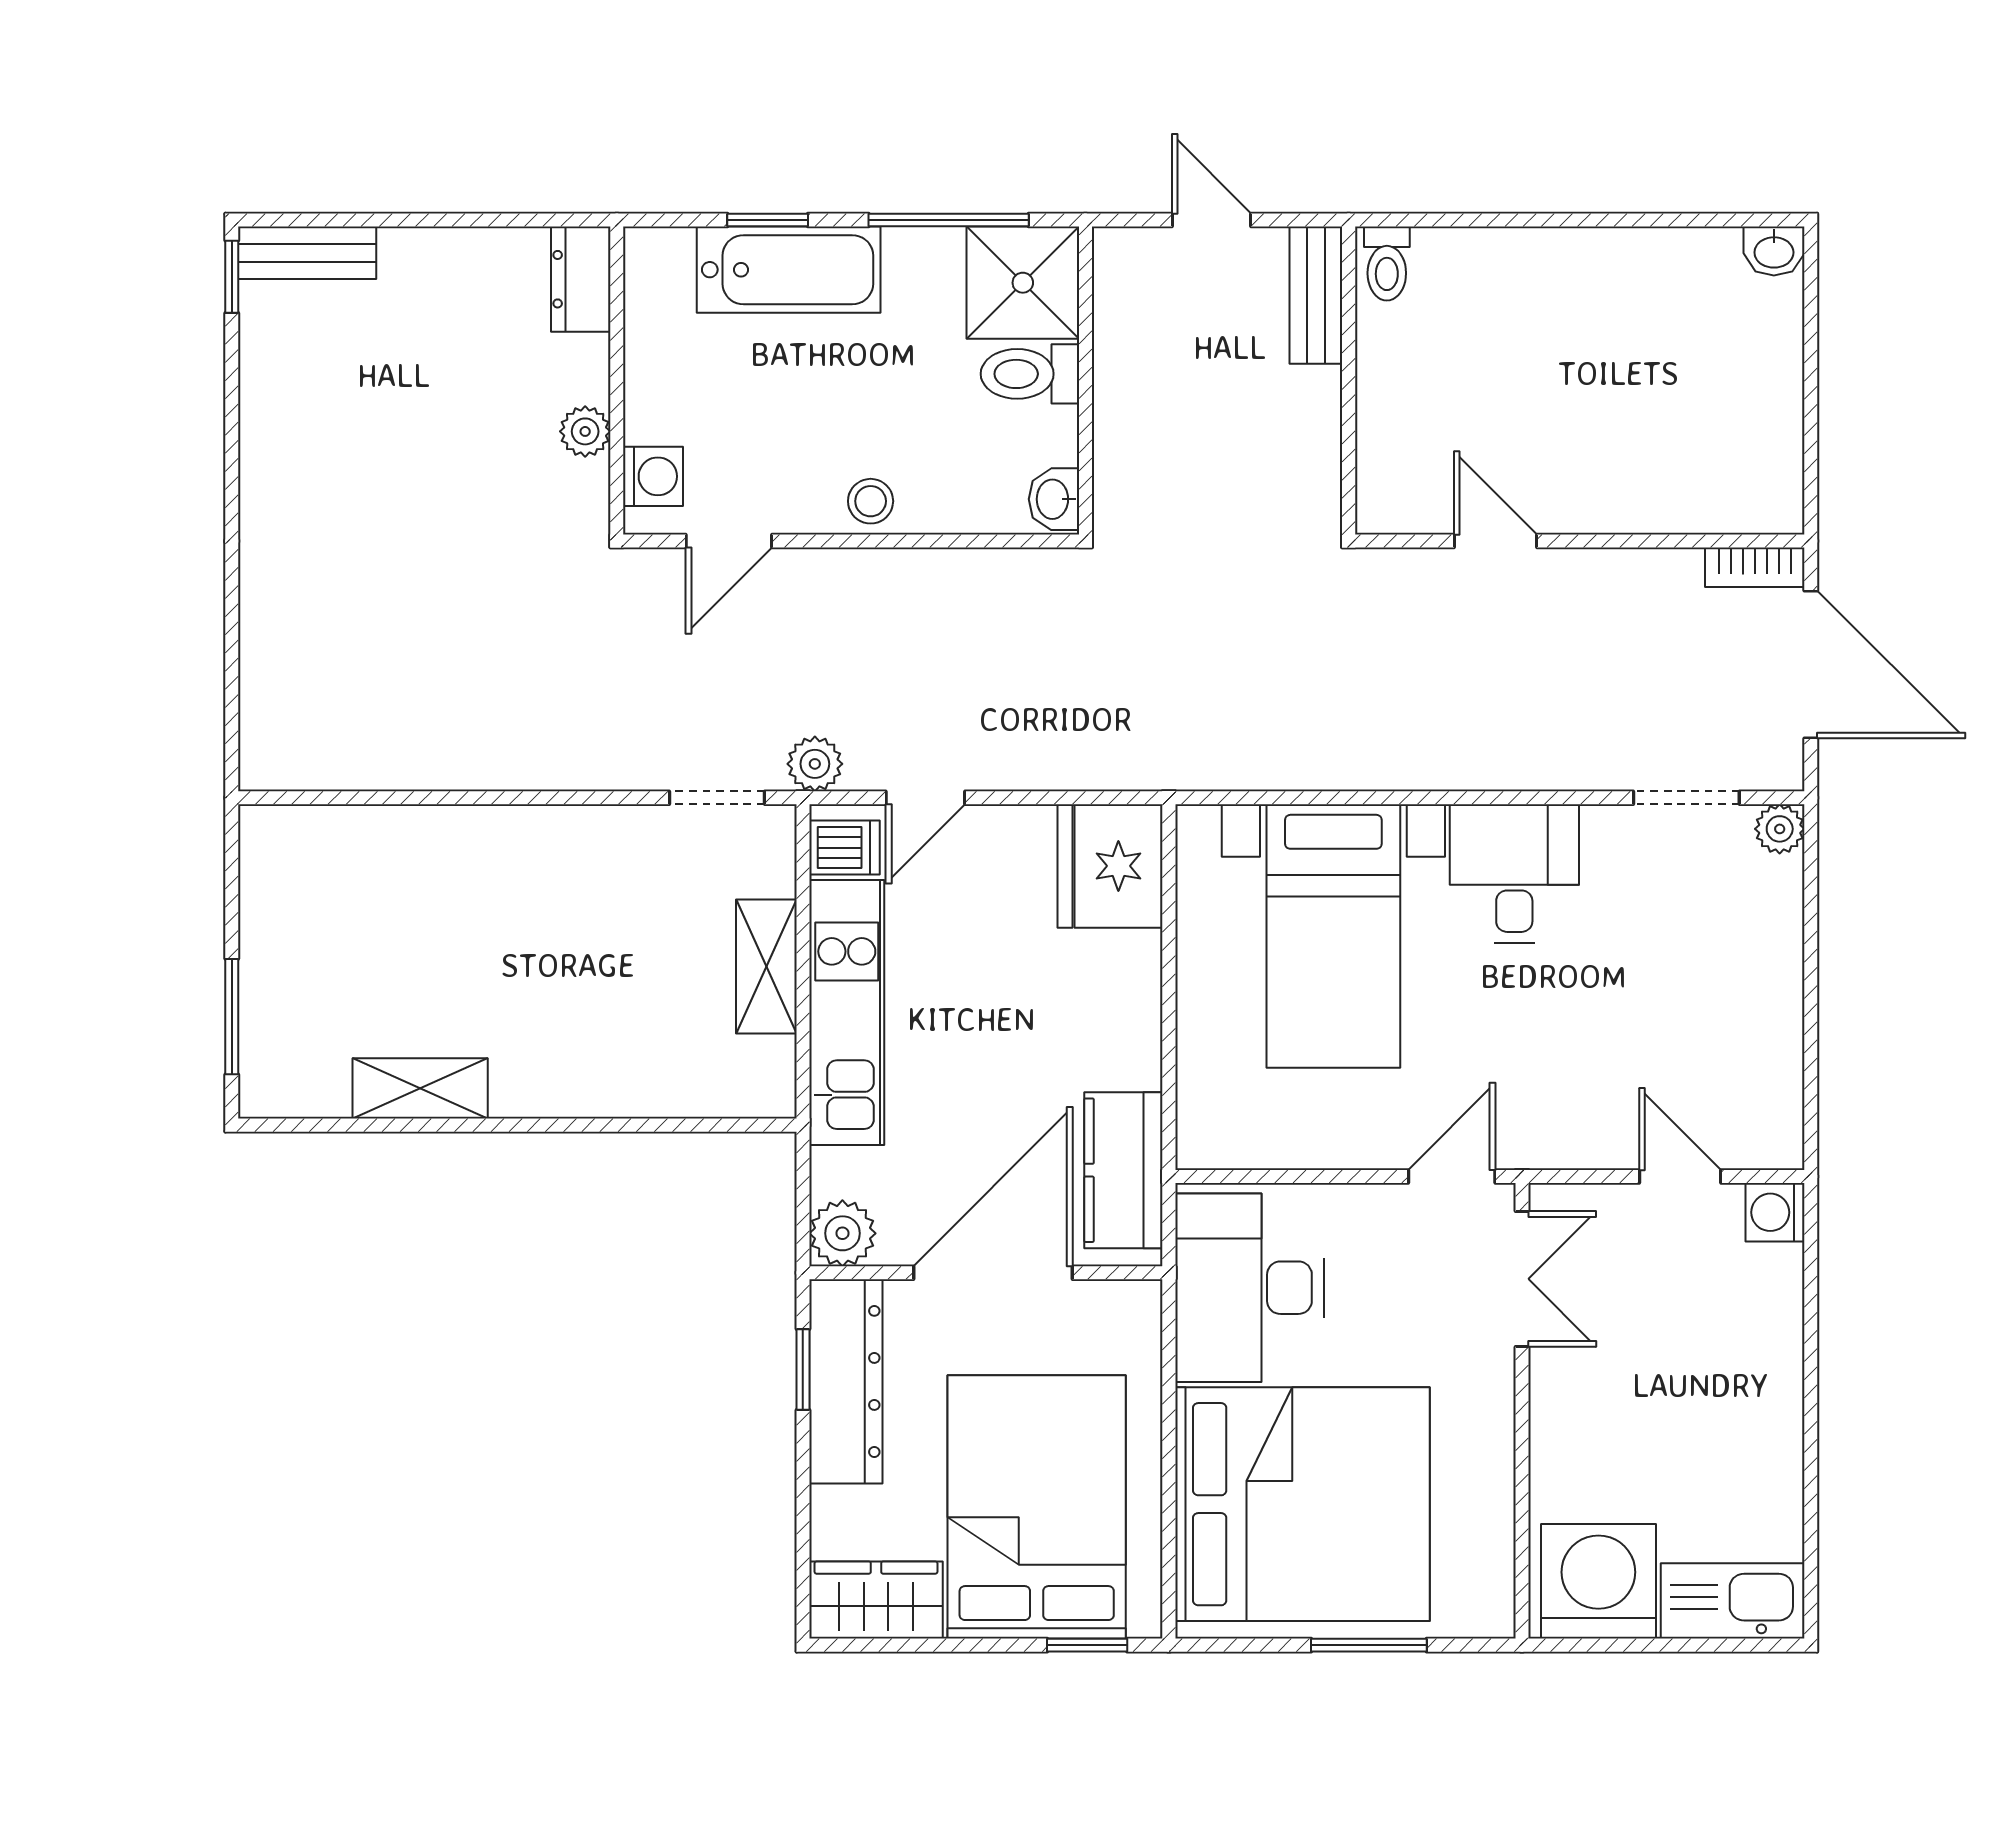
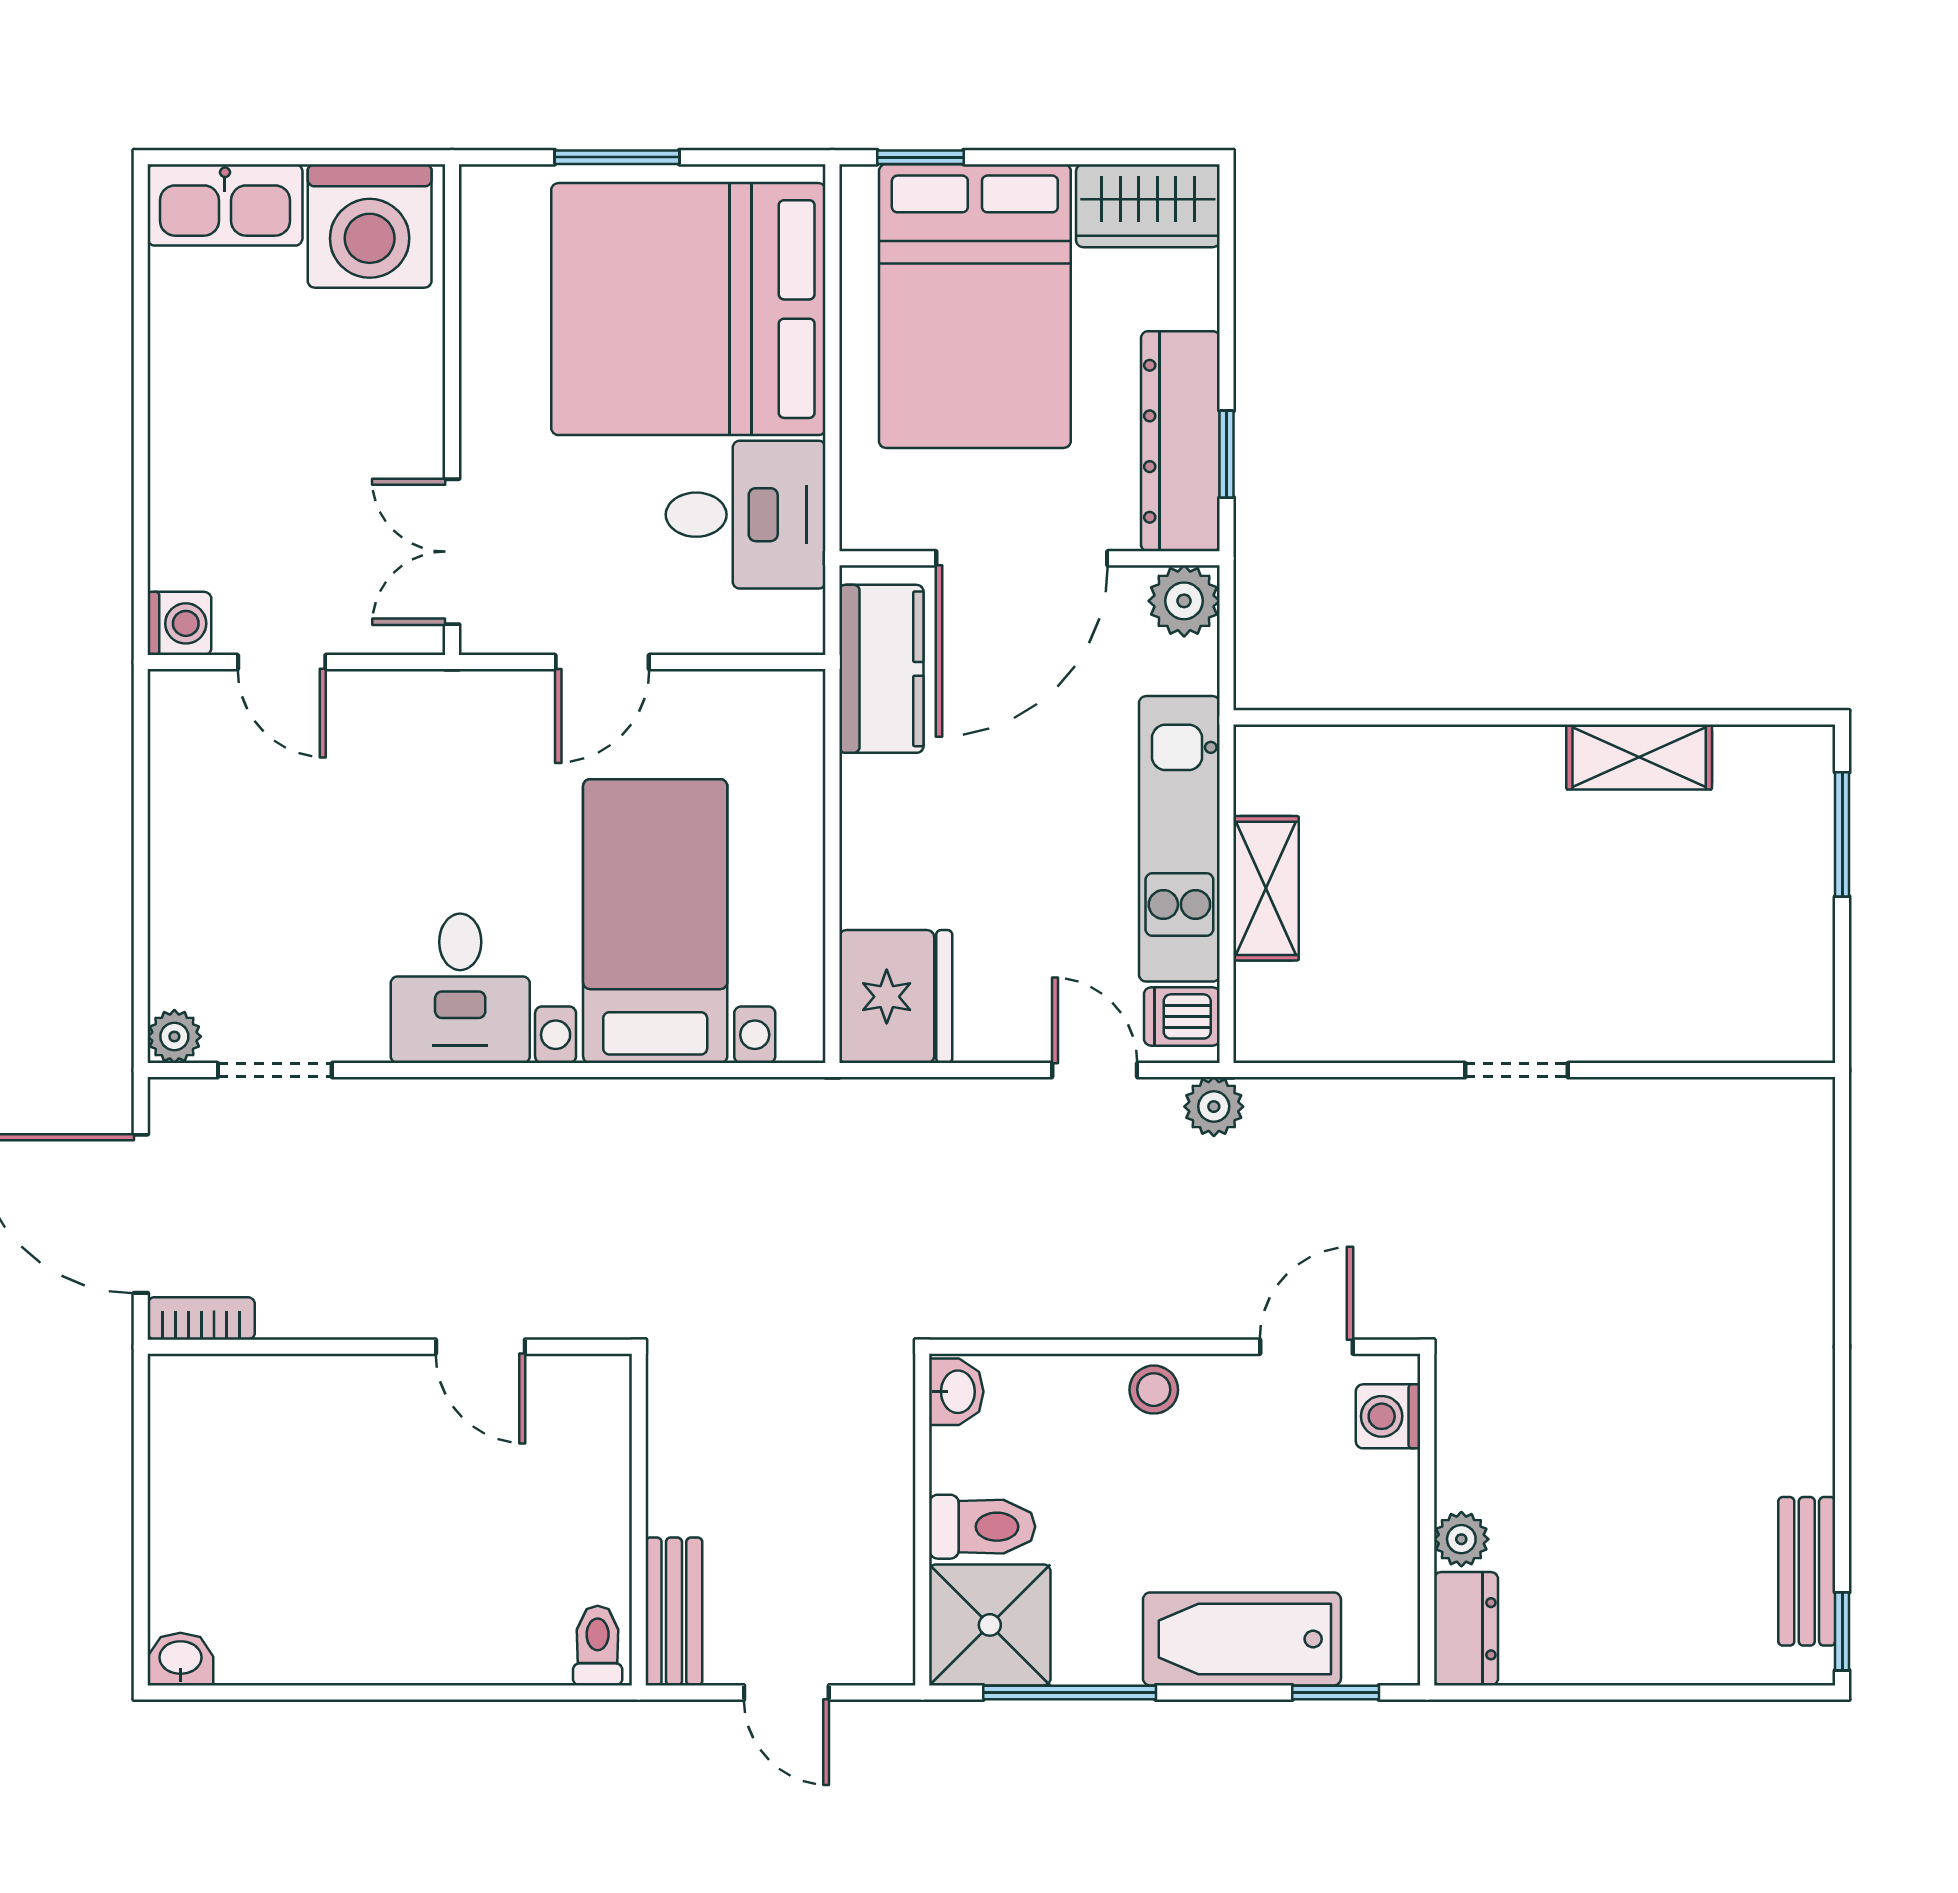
window: (768, 220) -> (1336, 1692), moved
bench: (307, 253) -> (1807, 1571), moved, turned 90
plant: (585, 431) -> (1461, 1539), moved
doorway: (717, 798) -> (1517, 1070), moved
door: (925, 798) -> (1095, 1070), hinge flipped
door: (1452, 1176) -> (602, 662), moved
desk: (1249, 1288) -> (746, 515), width x0.73

